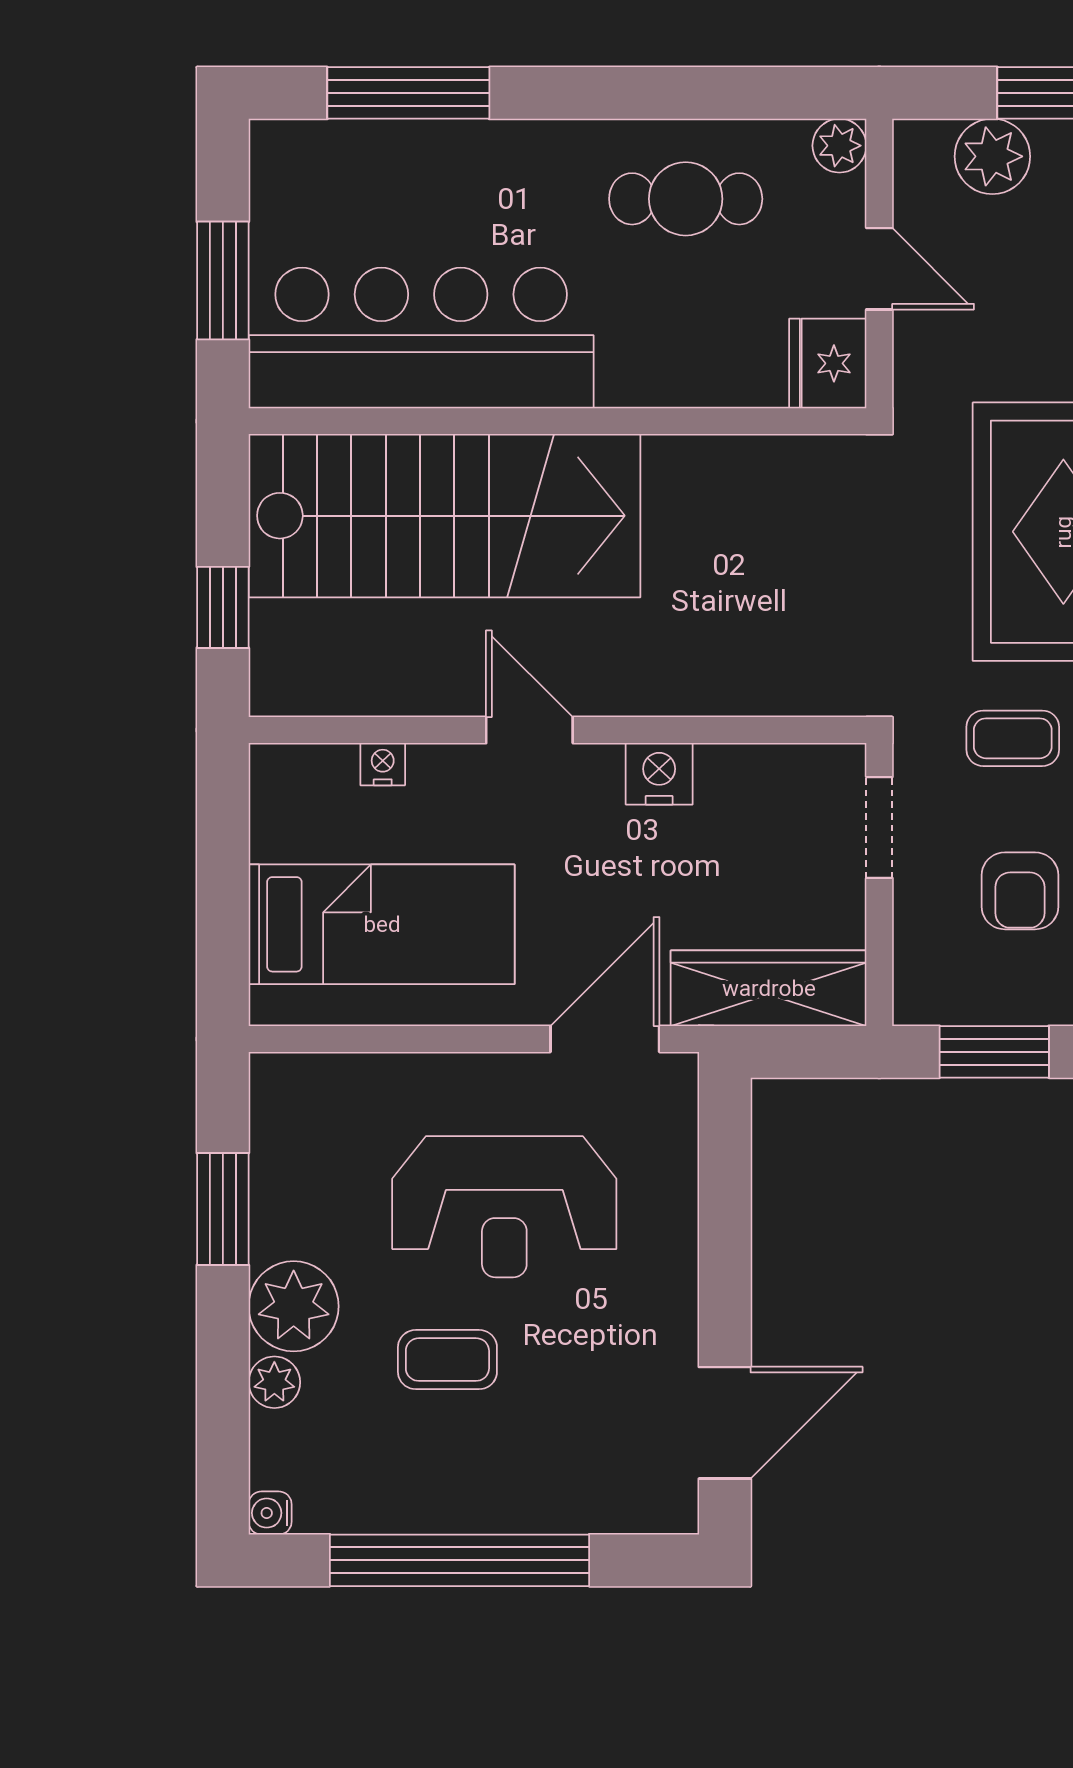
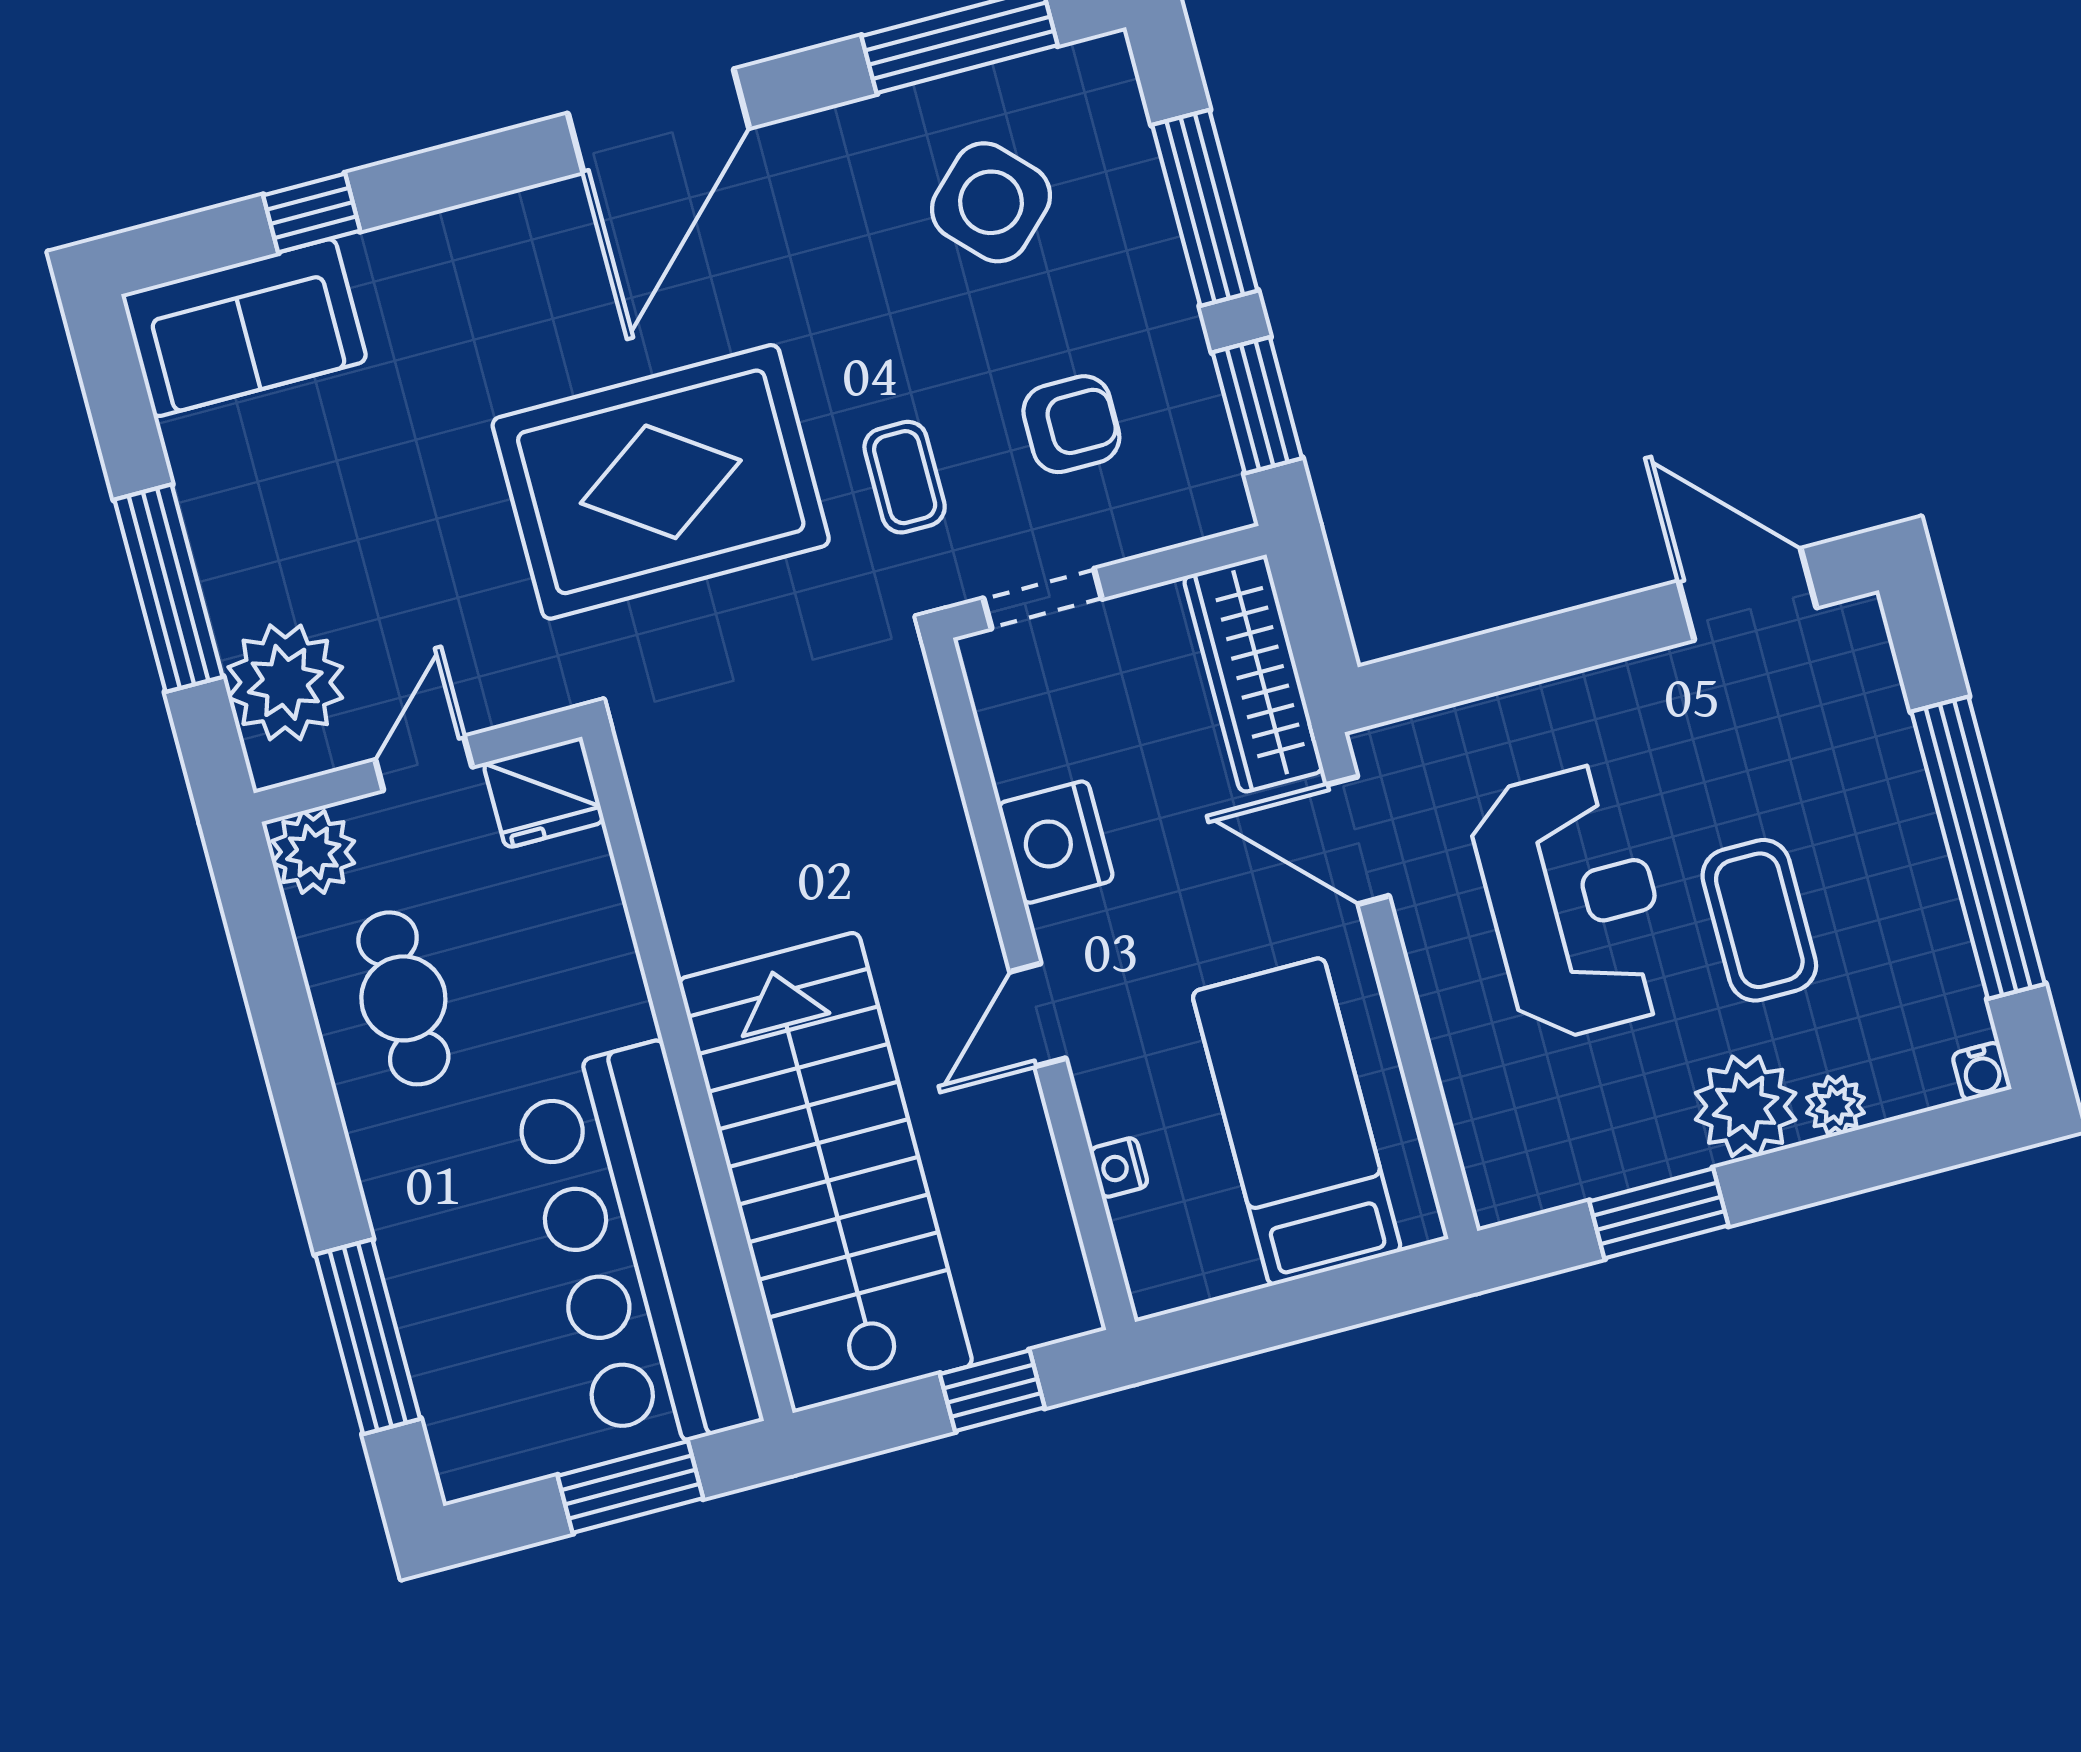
plant: (839, 146) -> (313, 852), width x1.38, depth x1.38
plant: (992, 156) -> (285, 682), width x1.36, depth x1.36
nightstand: (659, 774) -> (1056, 842), width x1.36, depth x1.33
coffee table: (447, 1360) -> (1759, 920), width x1.36, depth x1.30

